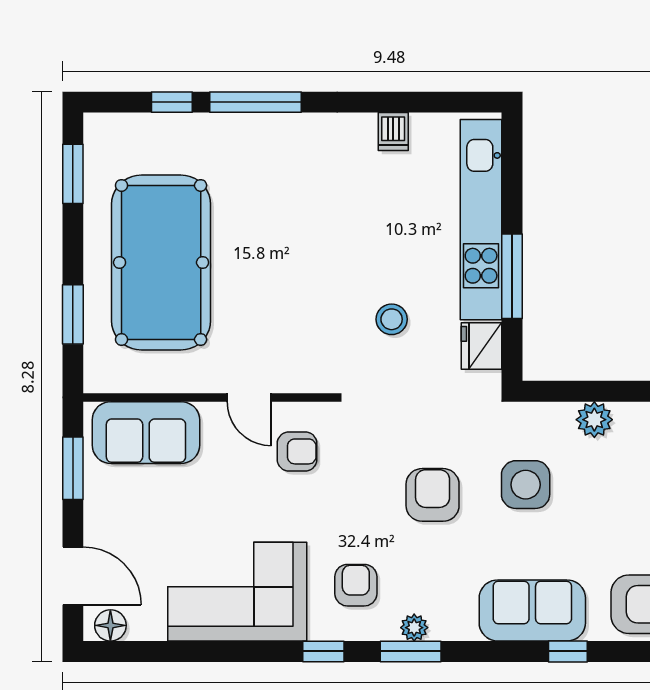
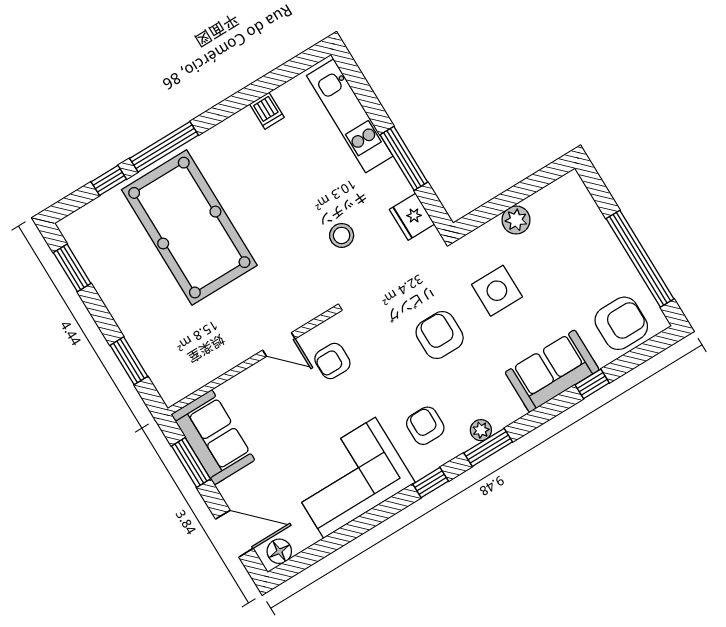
kitchen unit: (481, 220) -> (350, 116), width x0.73
pool table: (161, 262) -> (189, 228), moved
sofa: (146, 433) -> (213, 437), moved, turned -90
armchair: (297, 451) -> (332, 361), turned 180

